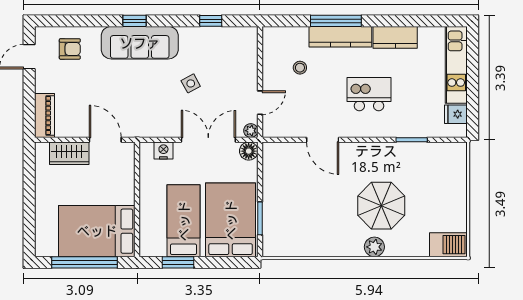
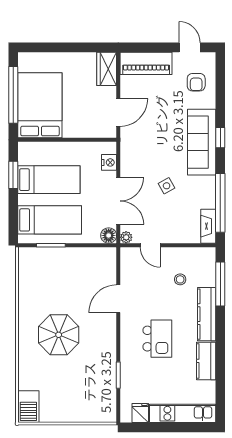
window: (211, 21) -> (220, 203), width x3.17
window: (336, 21) -> (220, 284), moved
fireplace: (238, 35) -> (208, 226), added
piano: (44, 115) -> (146, 63), width x1.37, depth x1.33
wardrobe: (69, 153) -> (107, 69), moved
parasol: (381, 206) -> (59, 335), moved
bed: (231, 220) -> (50, 220), width x0.67
plant: (374, 247) -> (26, 343), removed

